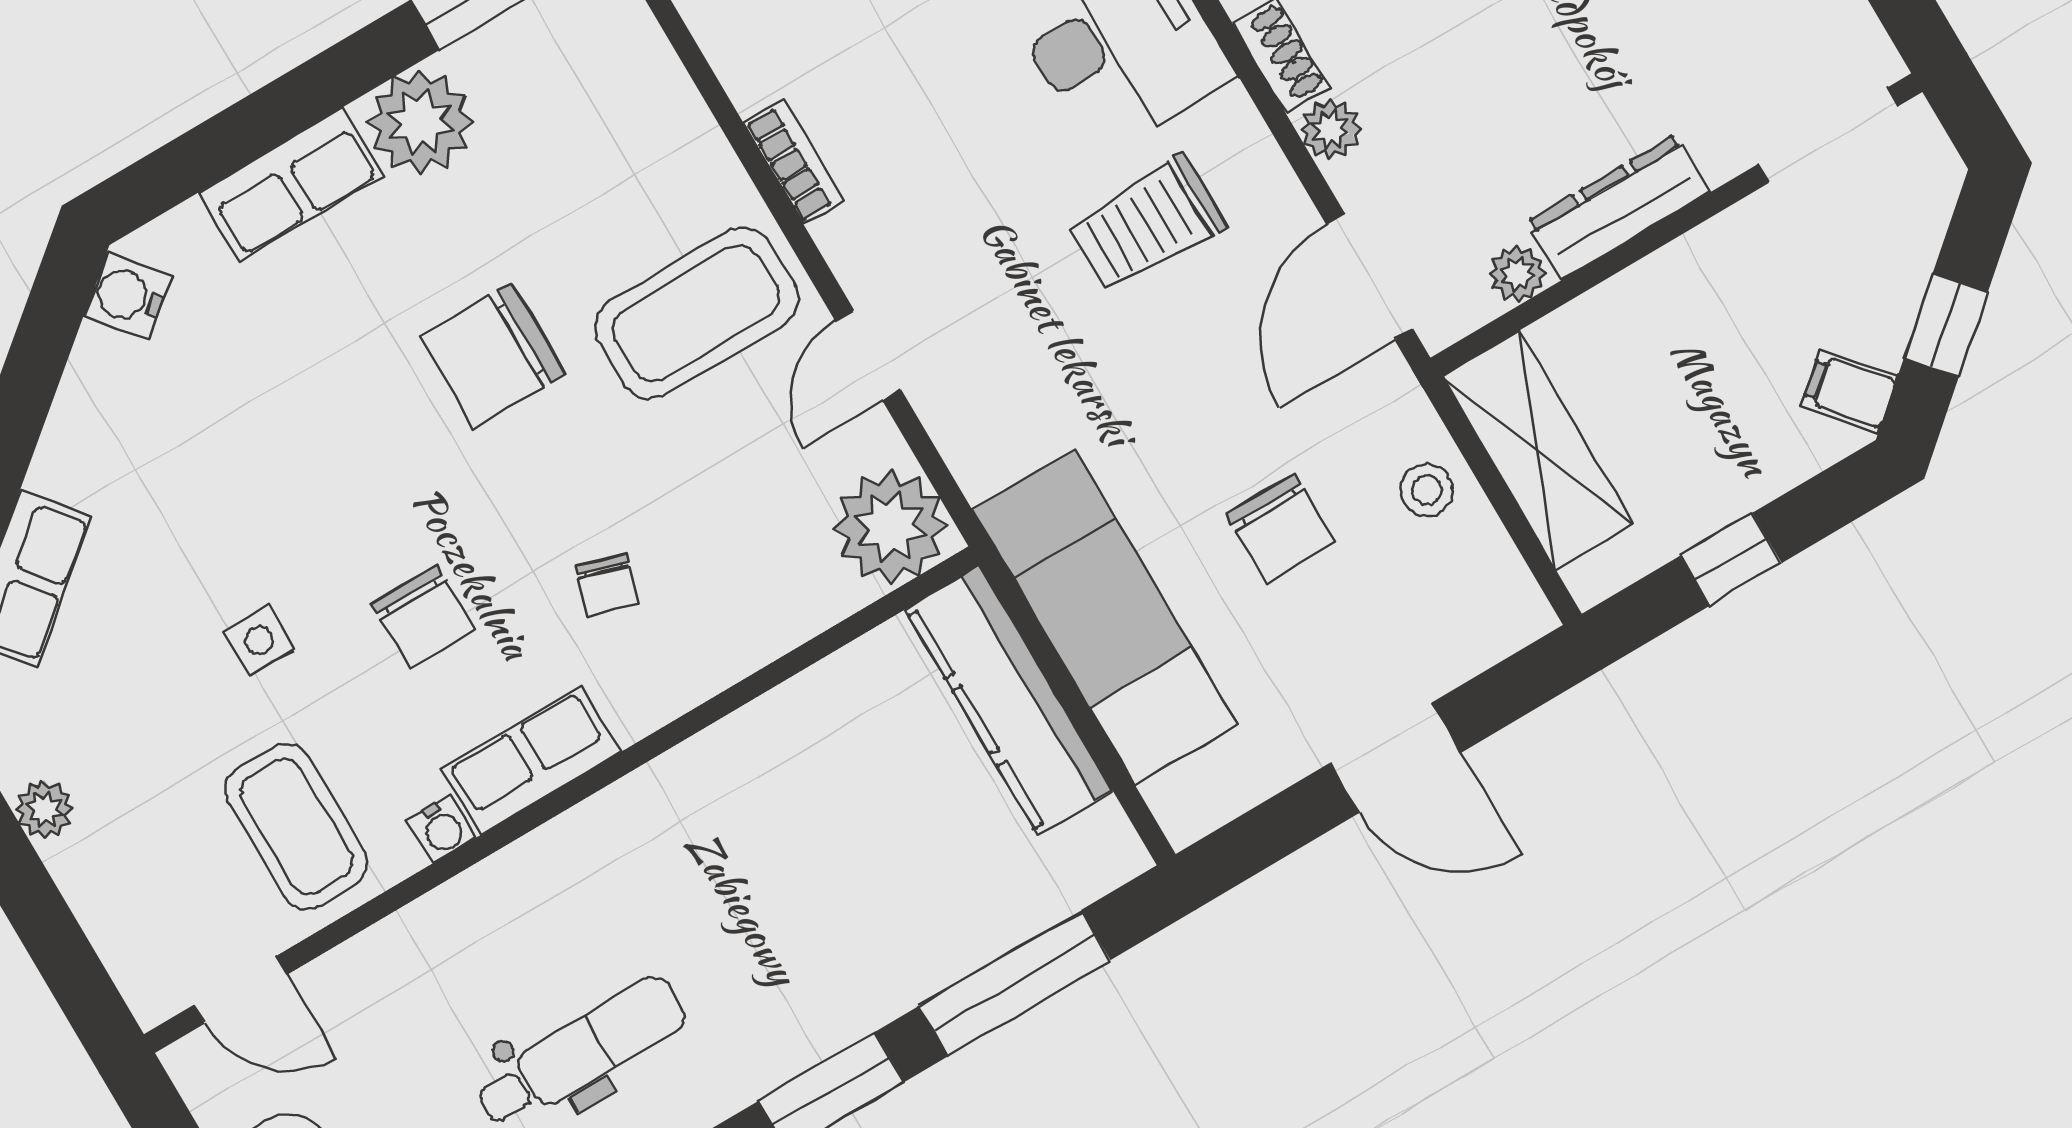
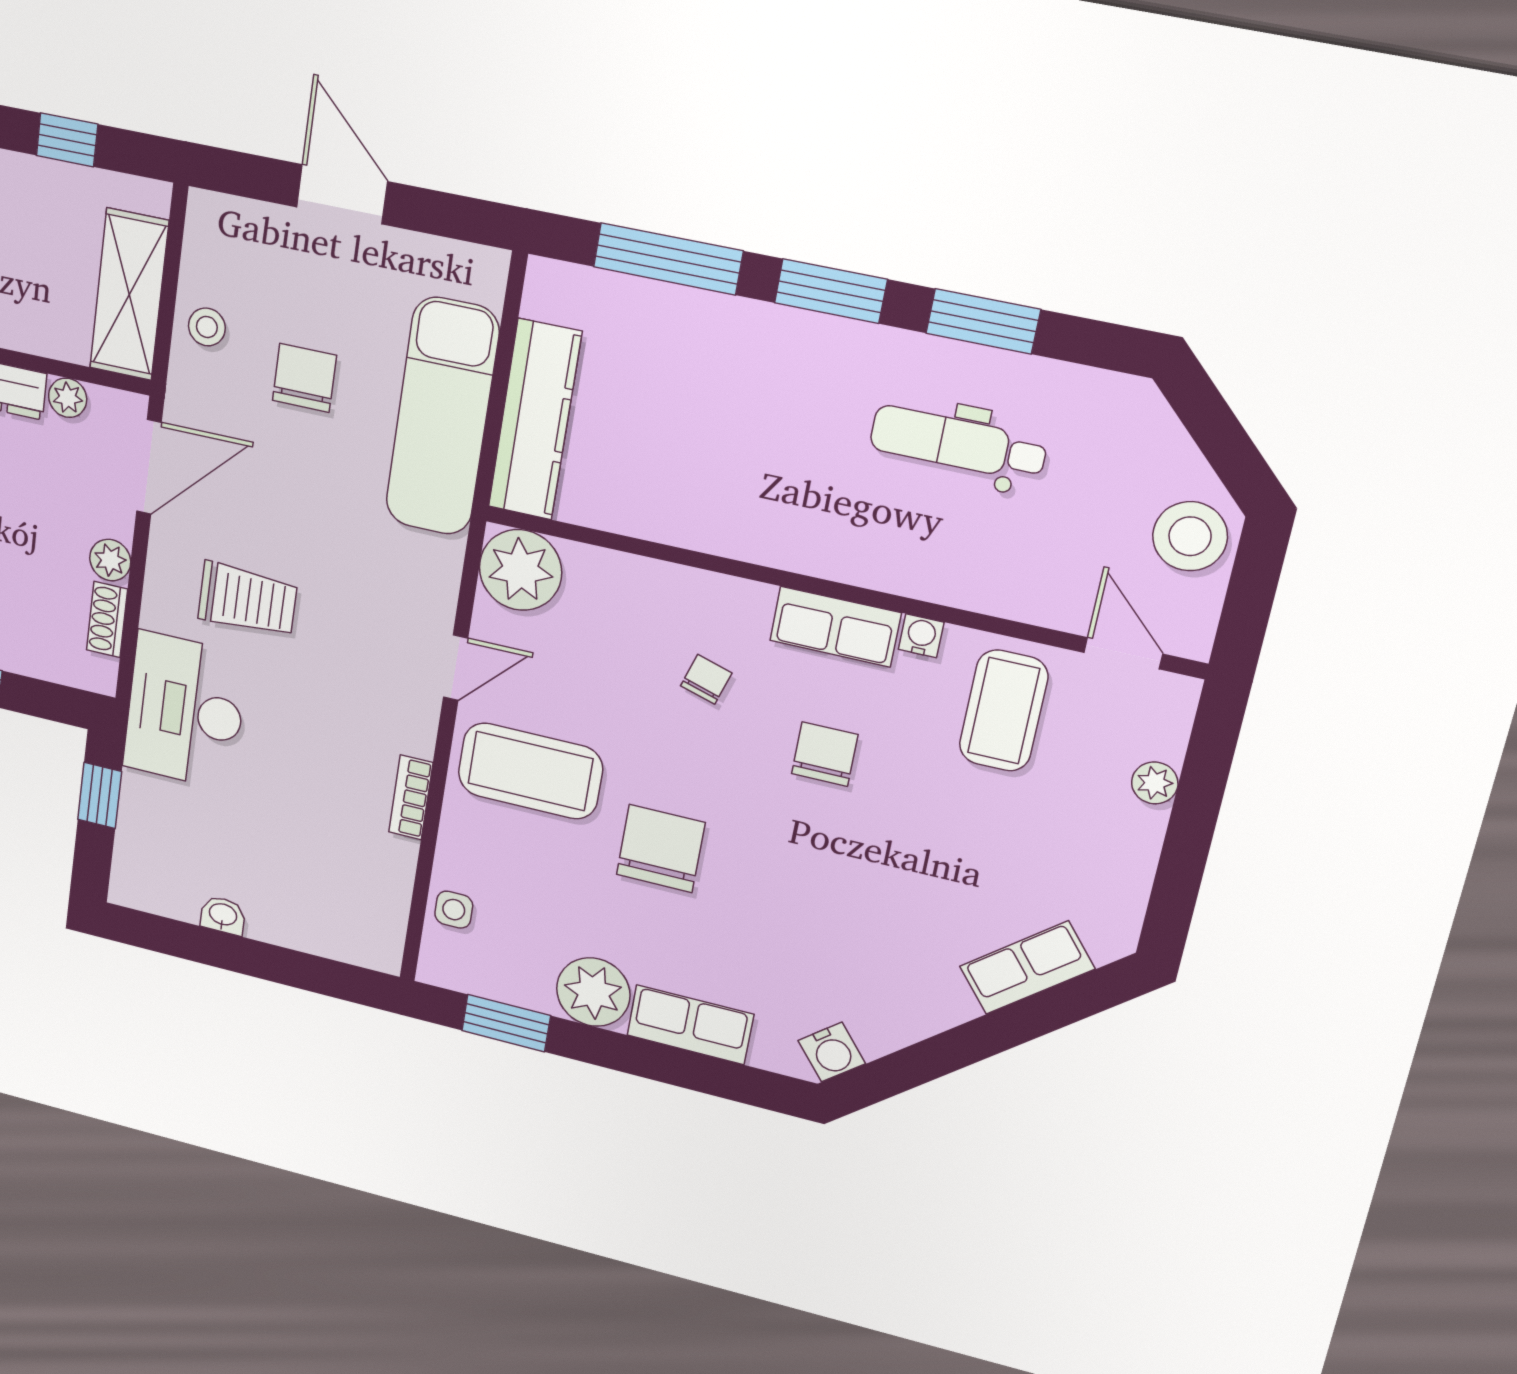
chair: (493, 355) -> (661, 849), turned -90
side table: (259, 640) -> (454, 910), moved
plant: (45, 809) -> (1155, 783), moved

